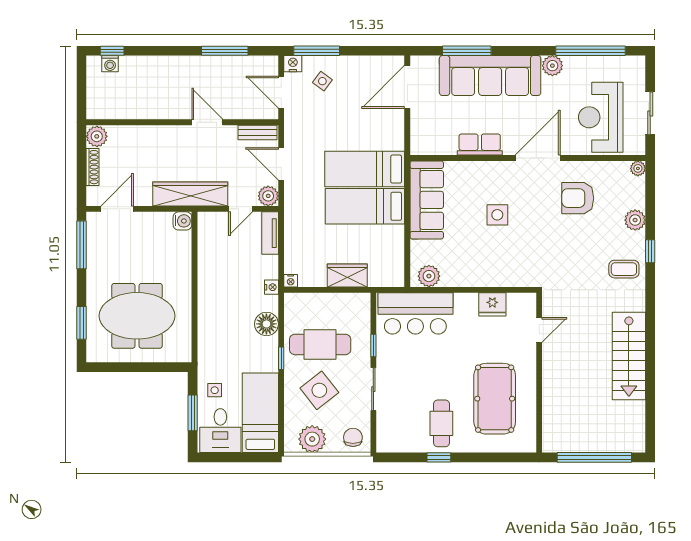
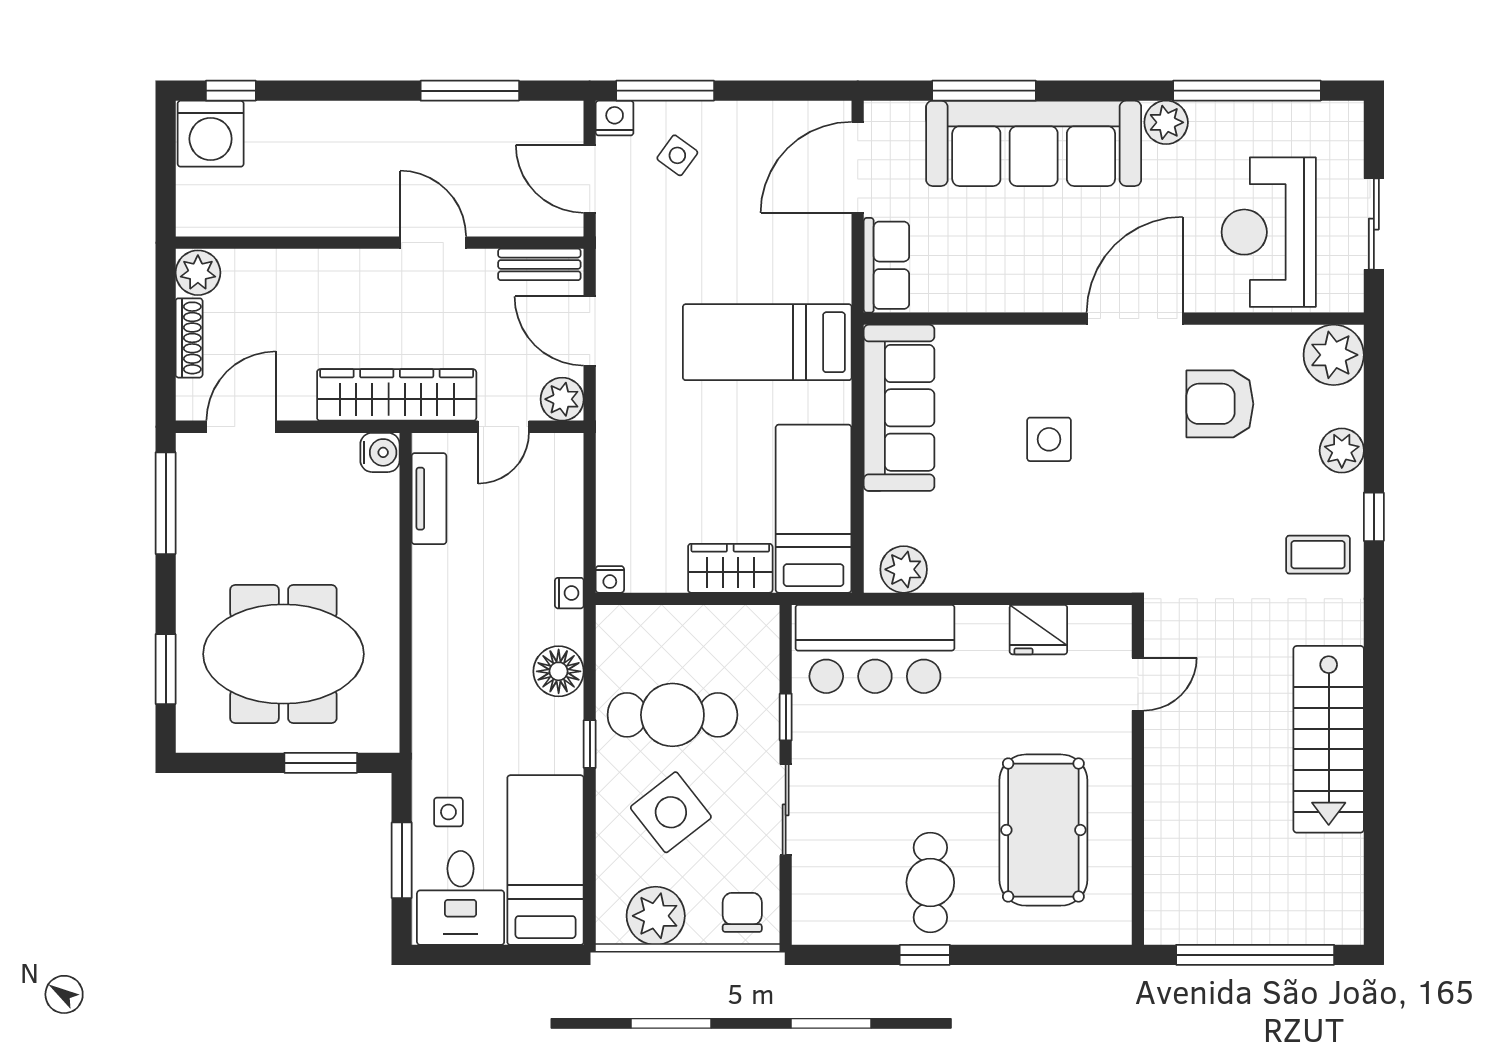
washing machine: (110, 64) -> (211, 134), width x1.89, depth x1.89
row of seats: (480, 145) -> (886, 265), moved, turned 90
plant: (638, 168) -> (1334, 355), width x1.88, depth x1.88
bed: (365, 206) -> (814, 509), moved, turned 90
tv unit: (270, 233) -> (429, 499), moved, turned 180
window: (155, 367) -> (321, 763), added

